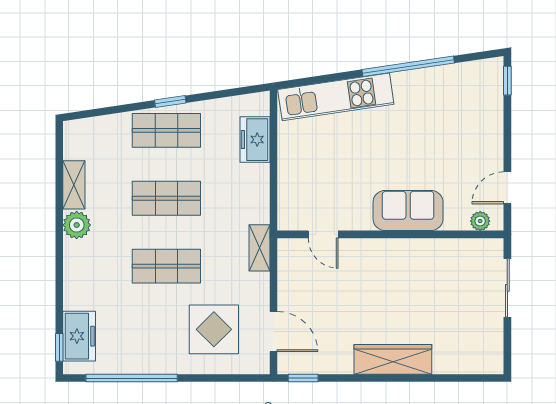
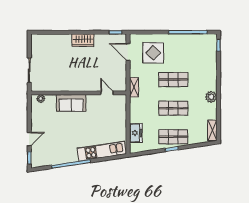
shelving: (74, 185) -> (212, 130), moved
door: (507, 188) -> (29, 139), moved
freezer: (79, 336) -> (210, 50), removed
wardrobe: (393, 359) -> (83, 40), width x0.67

